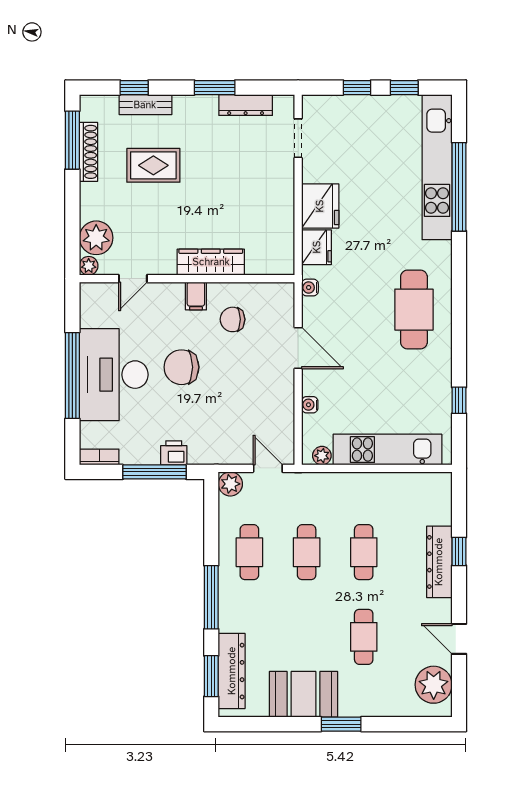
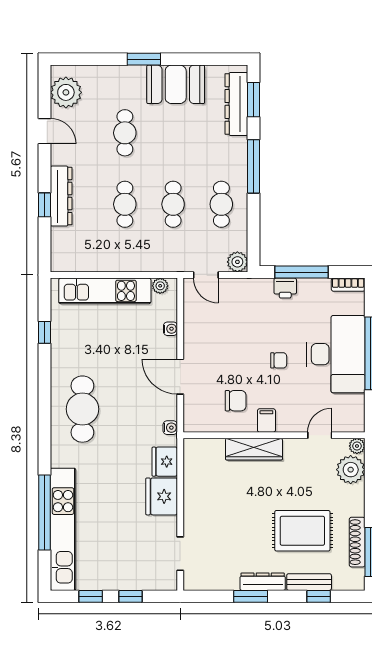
dresser: (246, 105) -> (263, 582), moved
rug: (153, 165) -> (302, 531), width x1.36, depth x1.43
chair: (181, 367) -> (279, 360), width x0.54, depth x0.54

